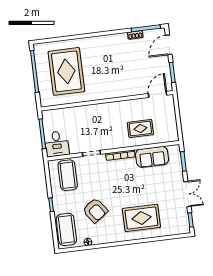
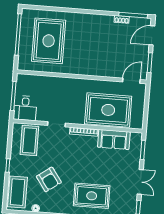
rug: (140, 128) -> (108, 110), width x1.86, depth x2.06

